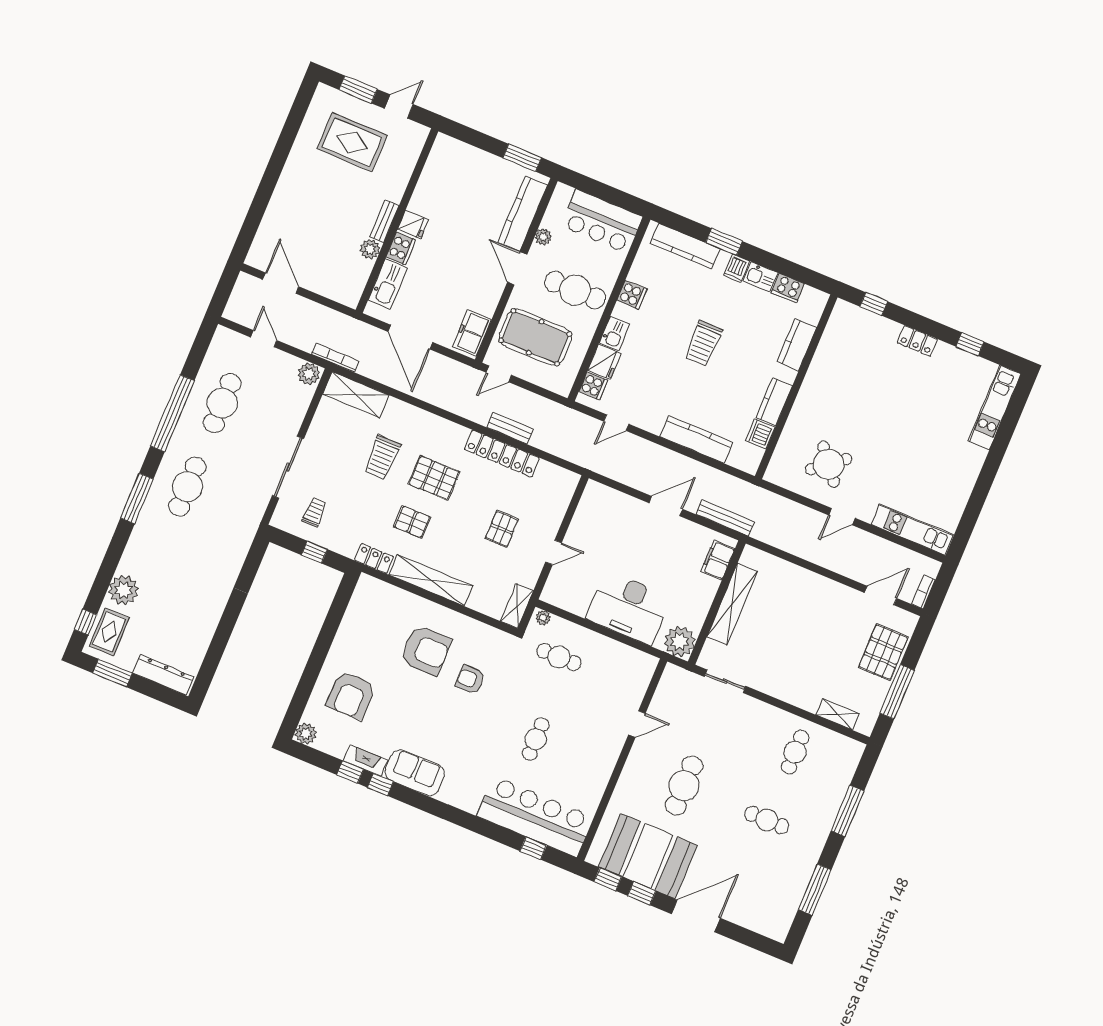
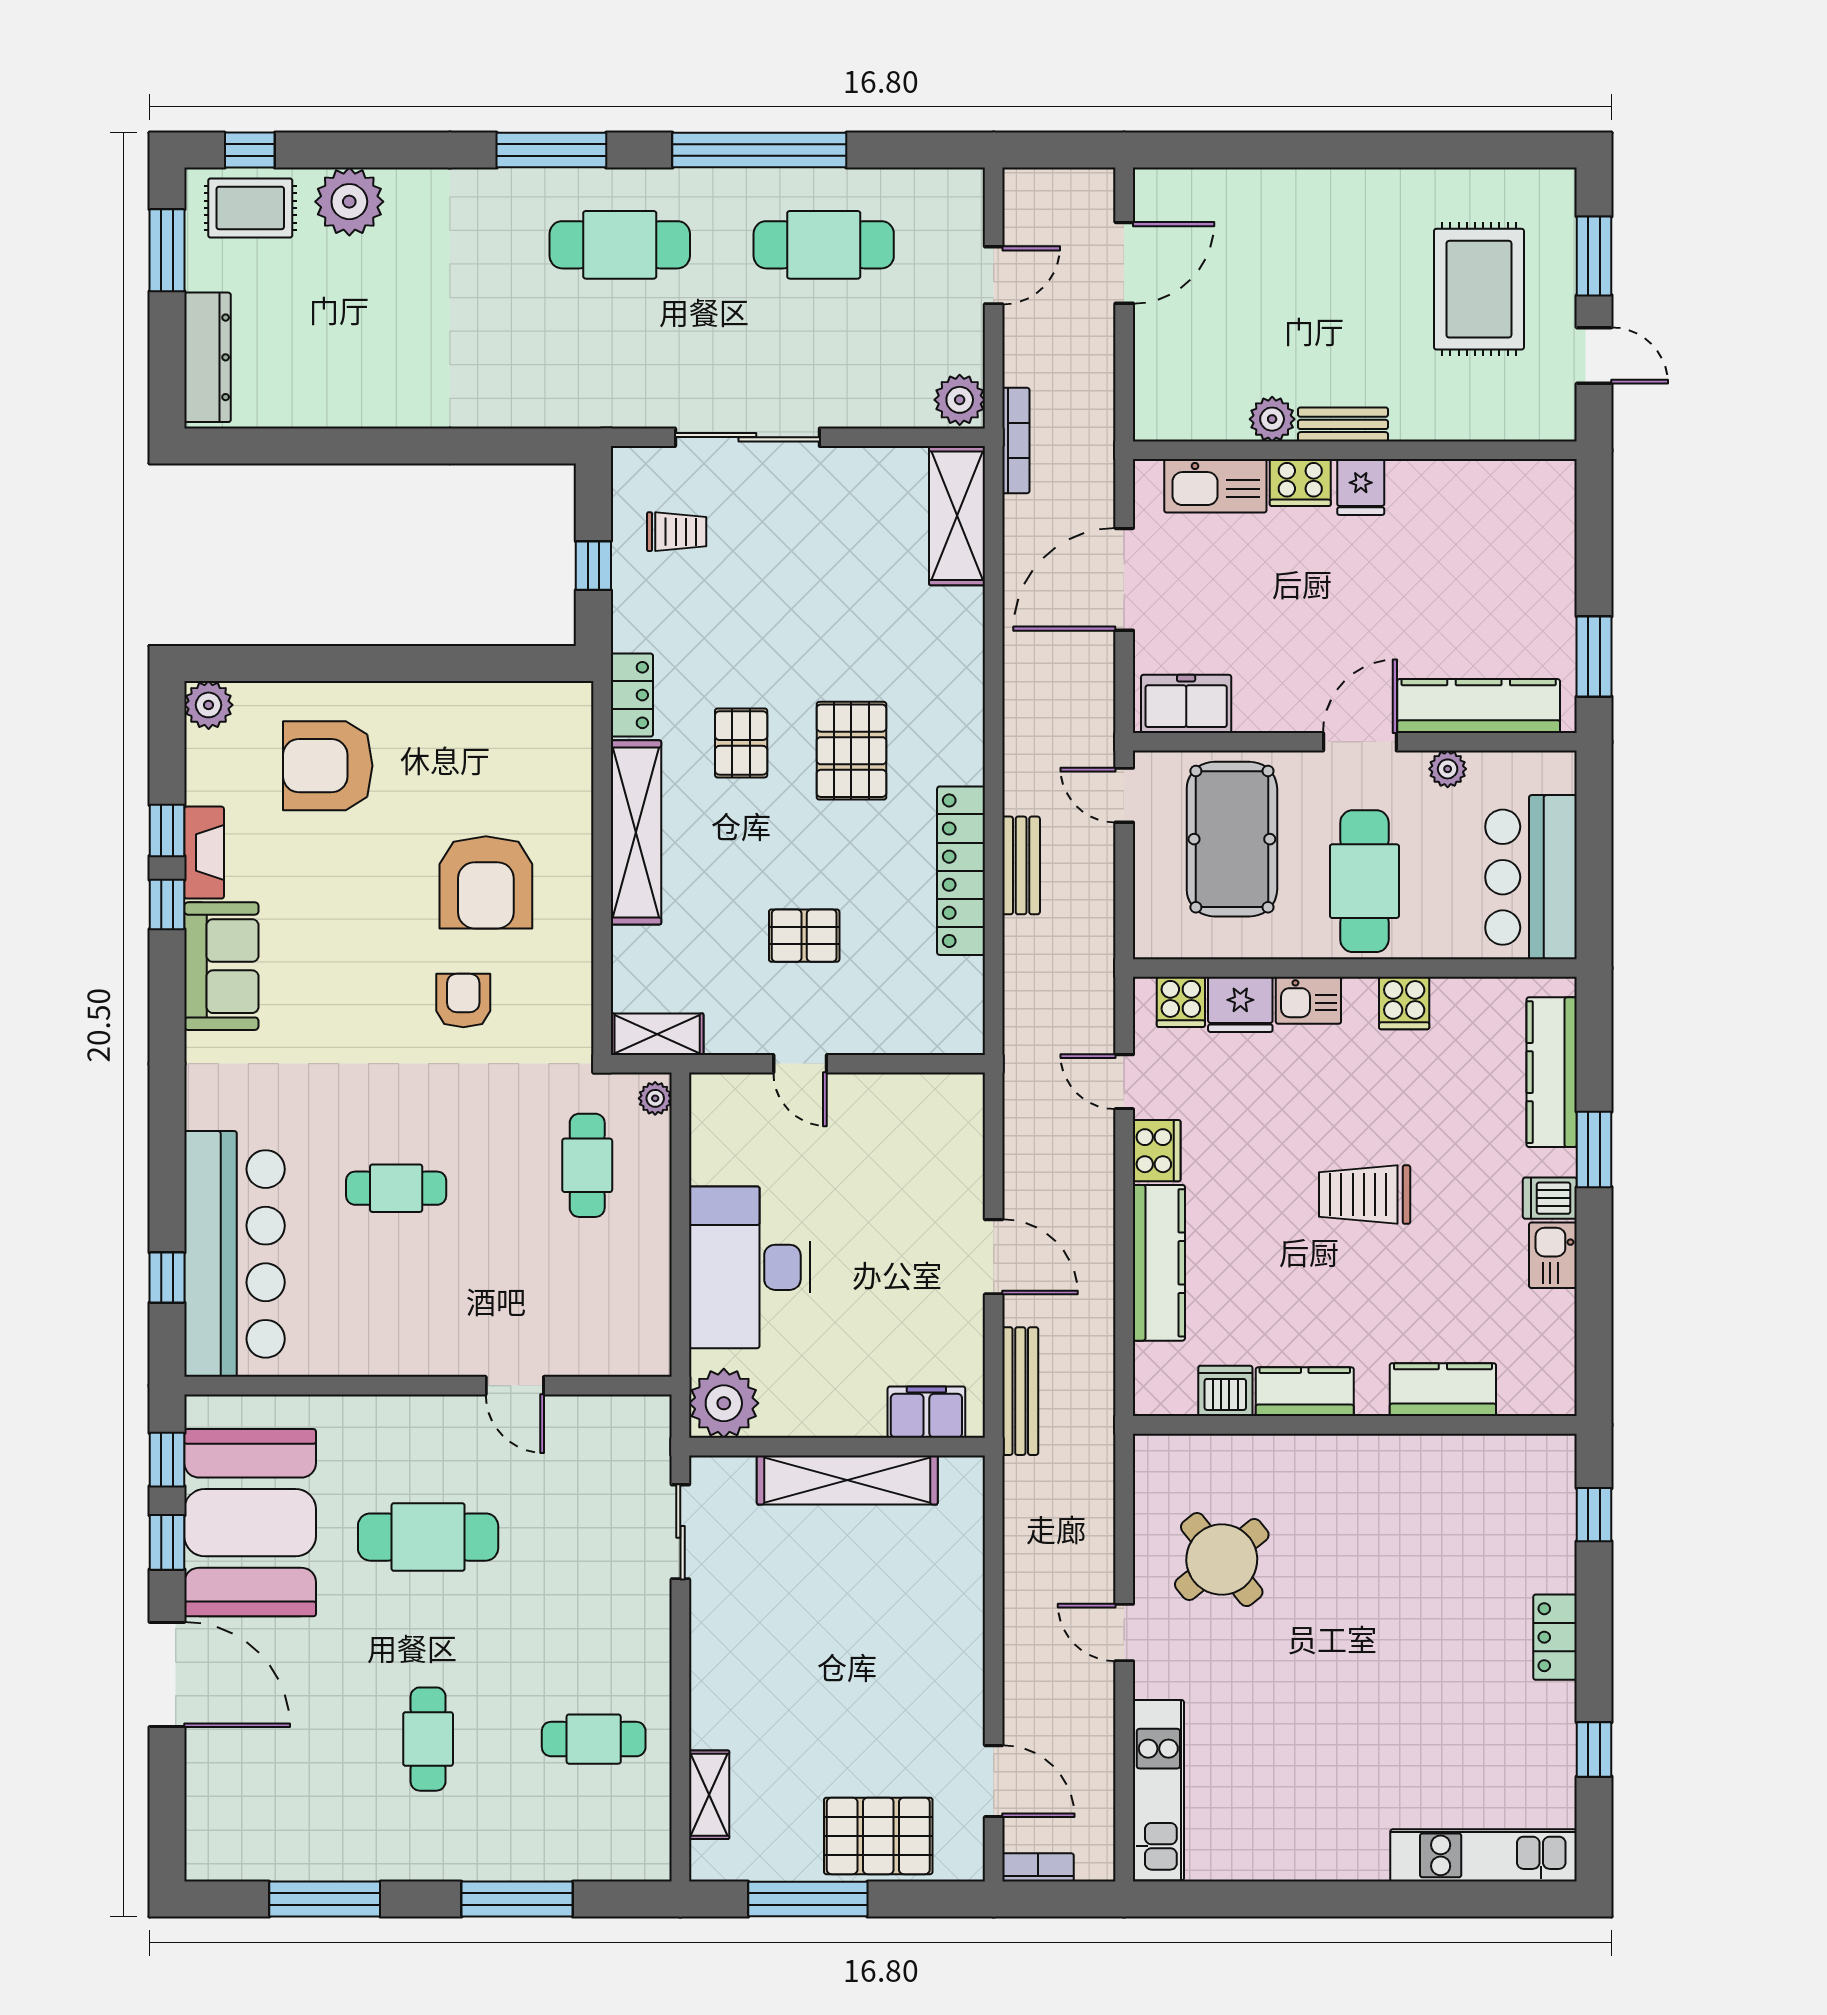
cooker: (788, 288) -> (1157, 1151), moved, turned 180
trolley: (382, 458) -> (849, 625), removed

